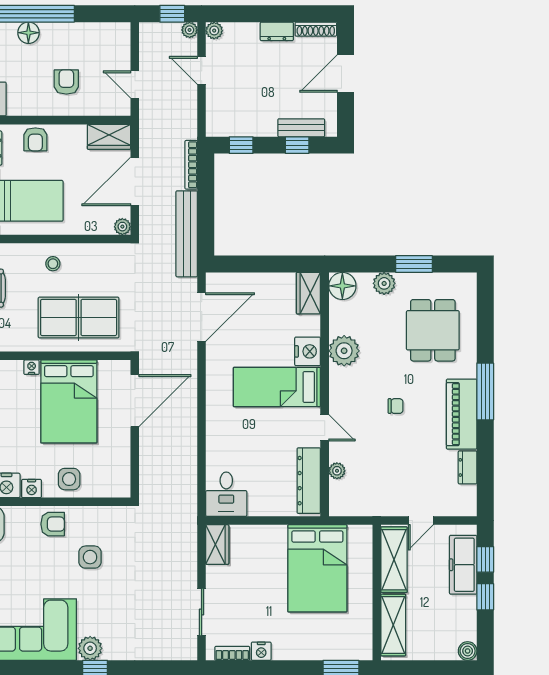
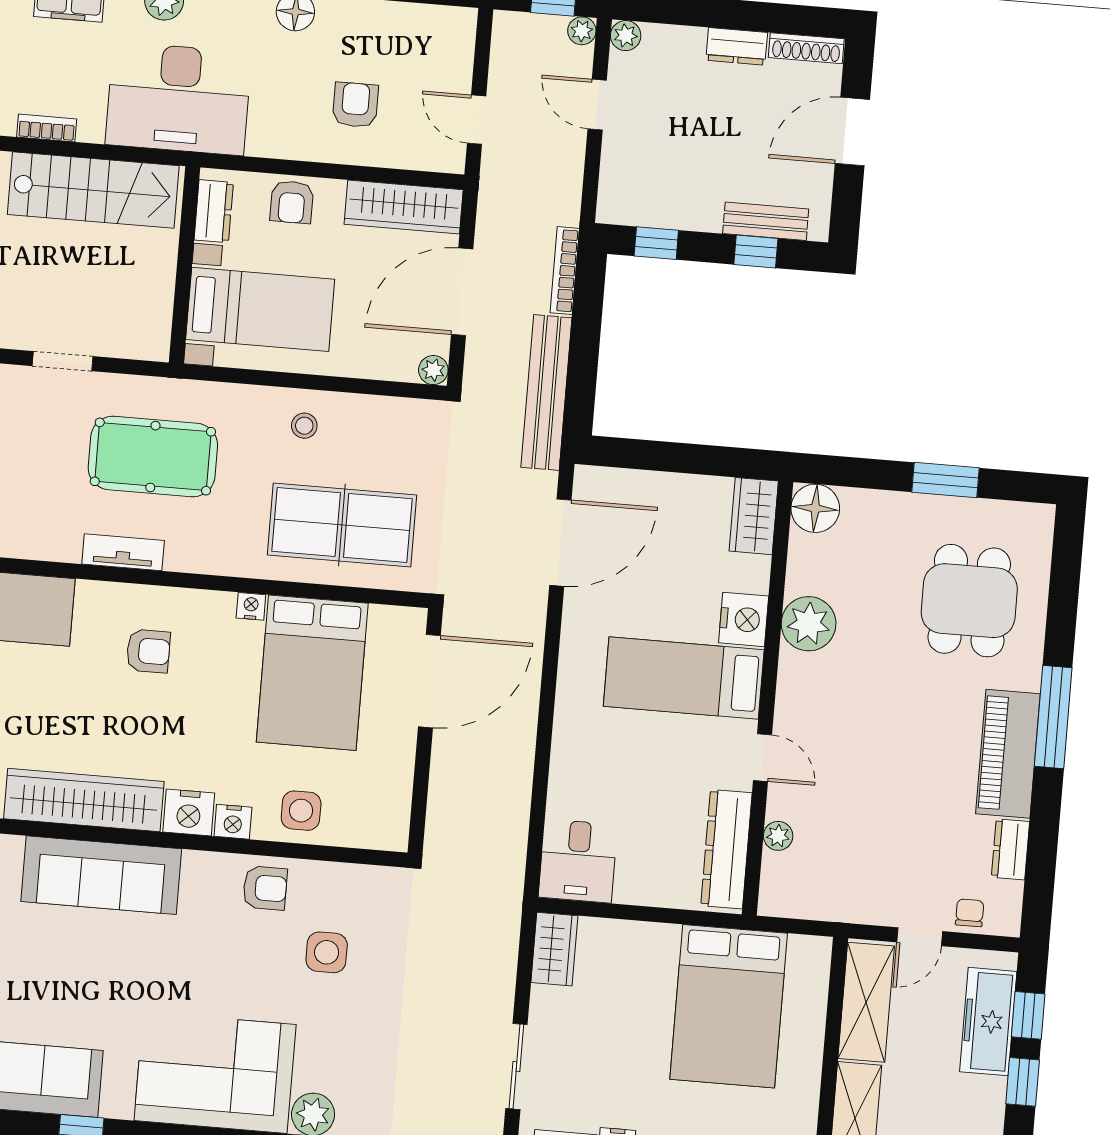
wardrobe: (109, 137) -> (404, 207), width x1.50
plant: (384, 283) -> (890, 510), removed
chair: (396, 406) -> (970, 913), moved, turned -90

